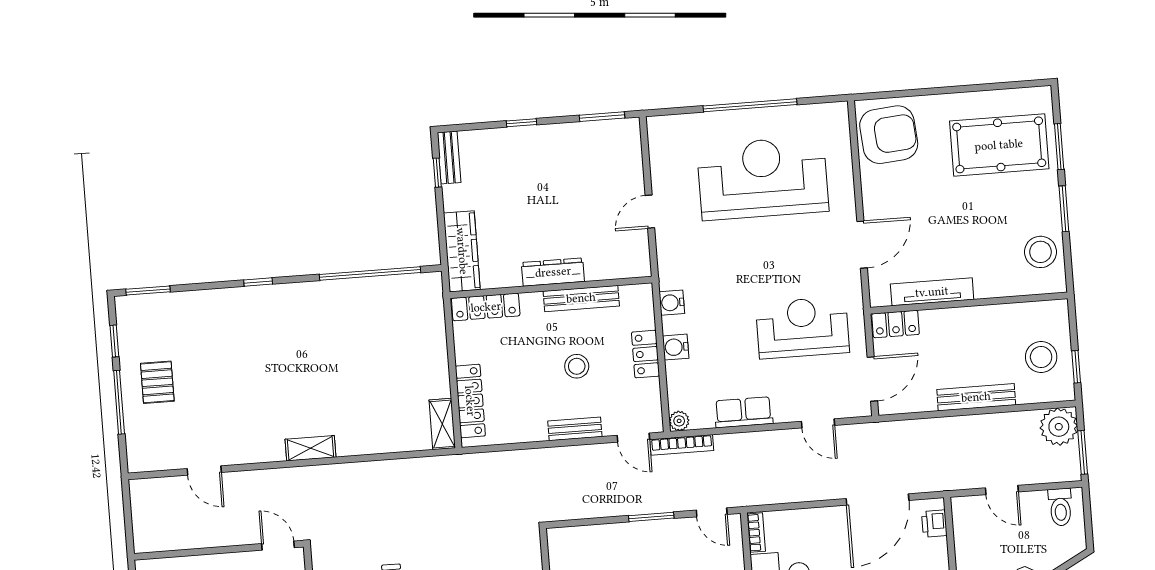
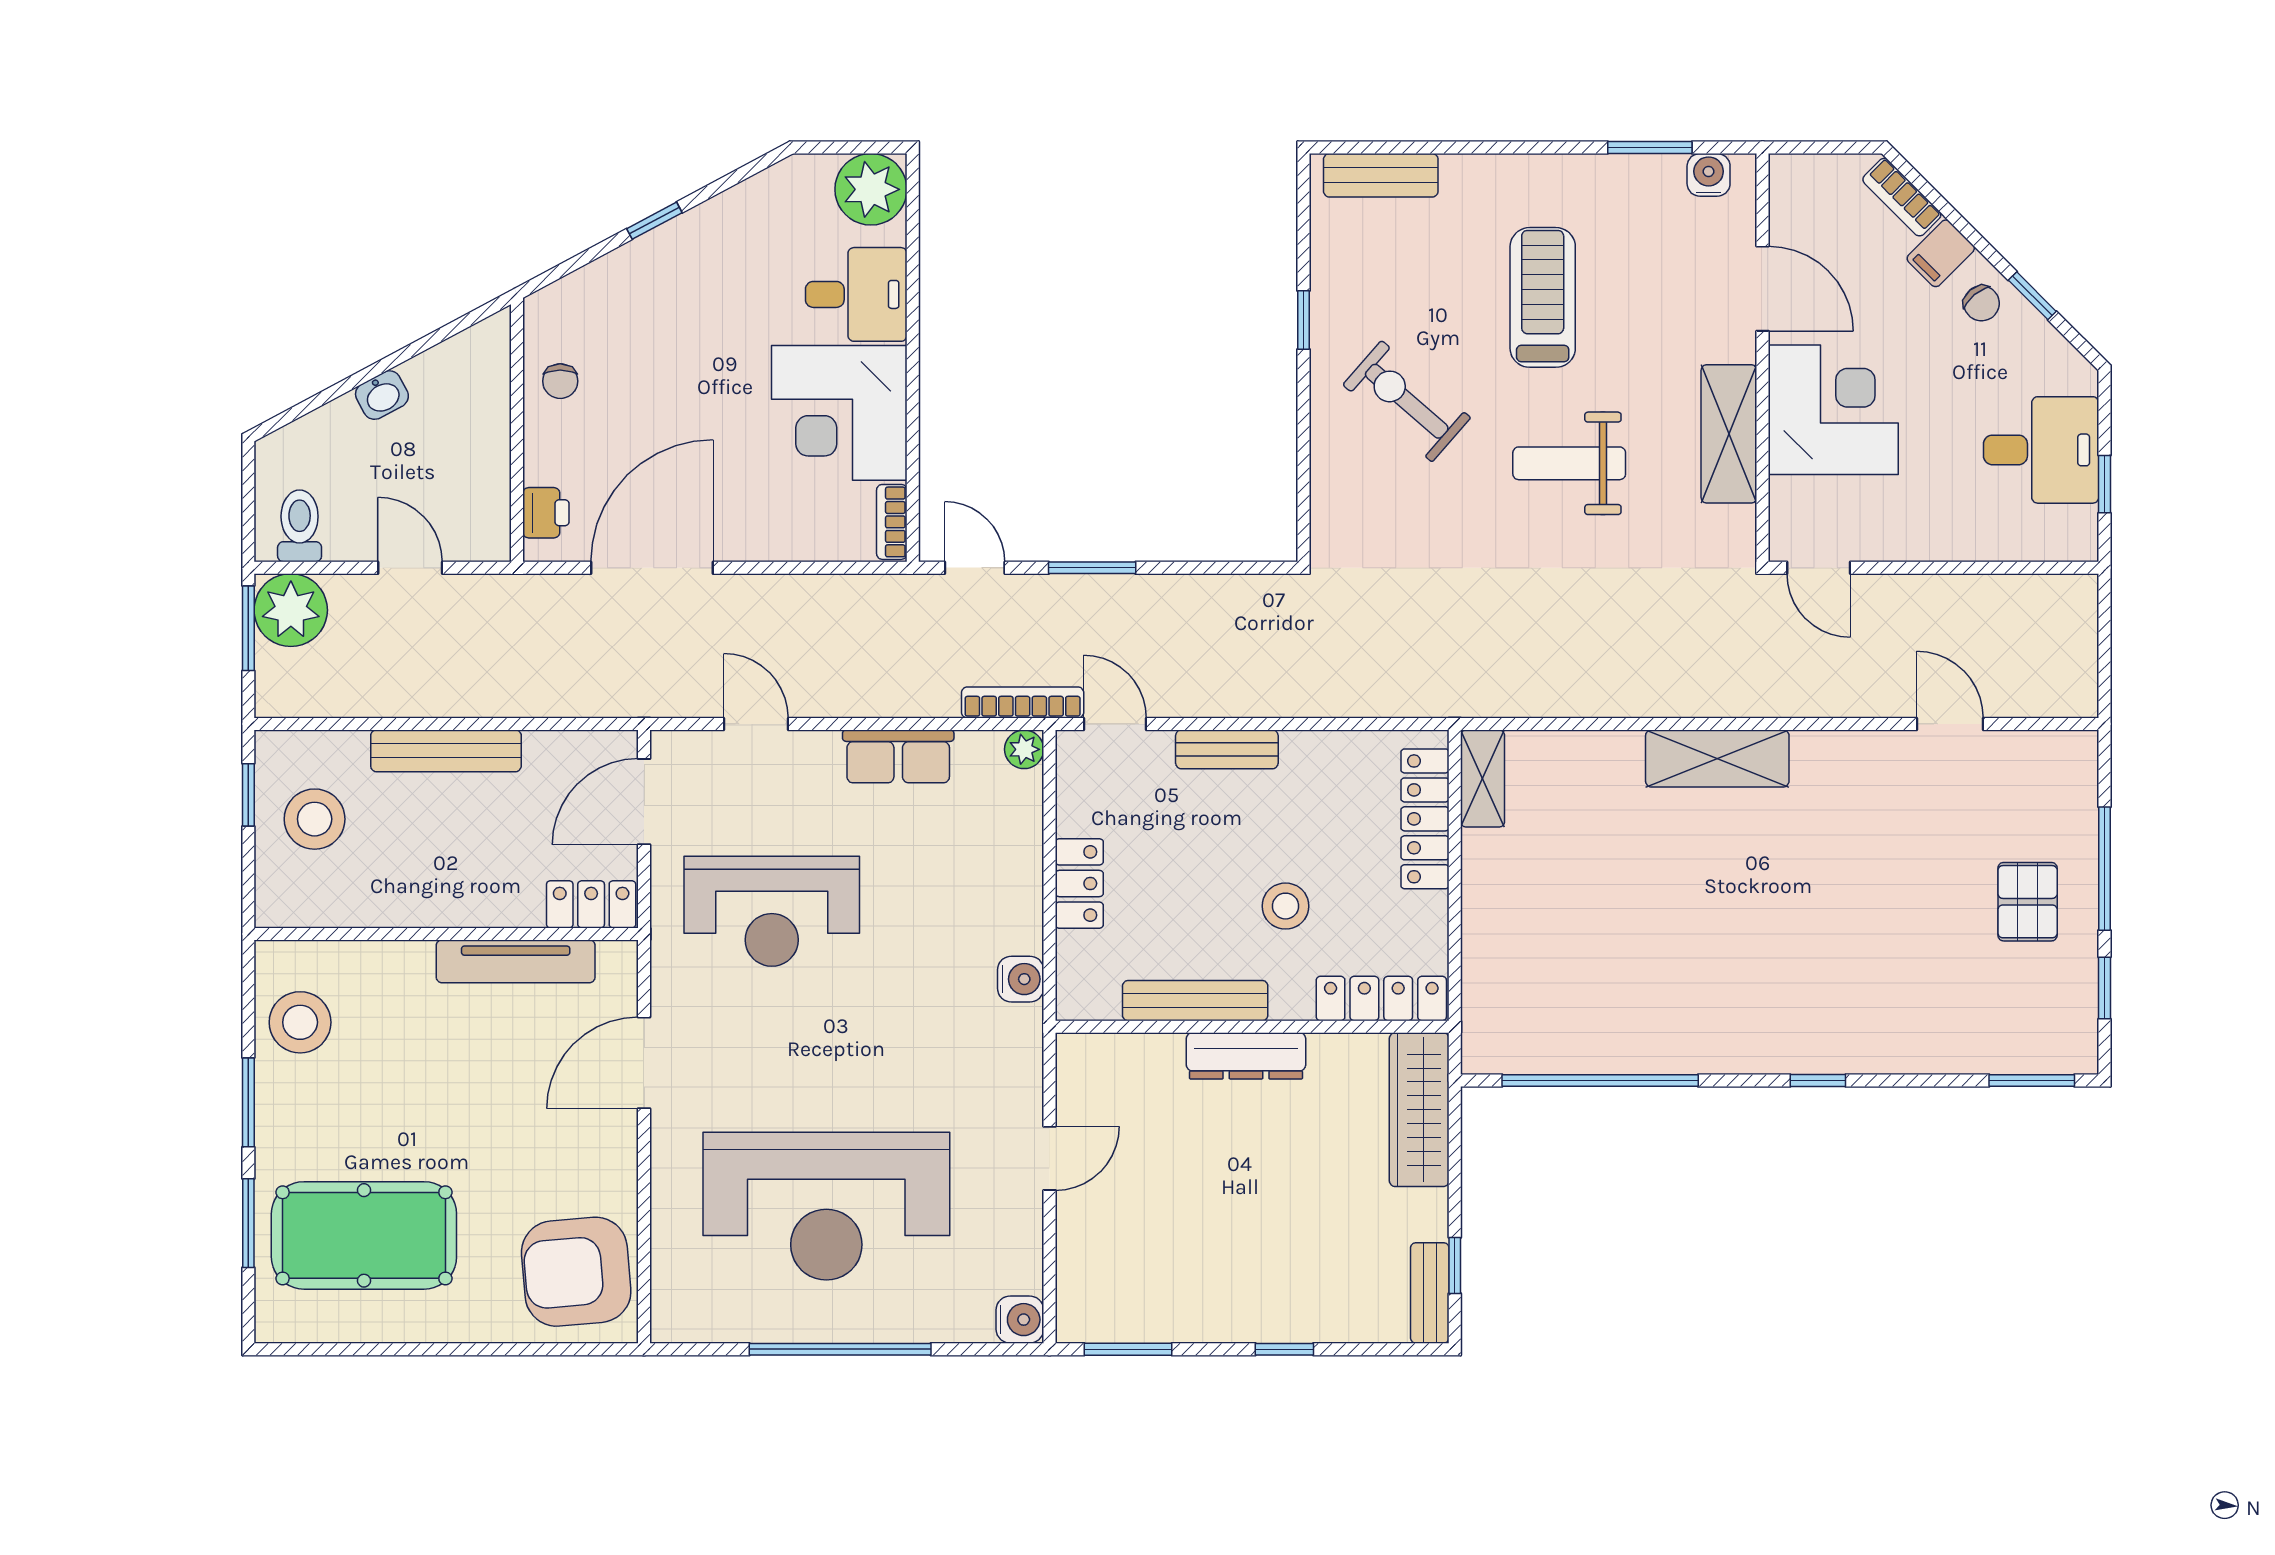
water cooler: (676, 347) -> (1020, 1320), moved
stool: (577, 366) -> (1286, 906), moved
plant: (1059, 427) -> (291, 610), moved
shelving: (310, 448) -> (1717, 758), width x1.50, depth x1.33

